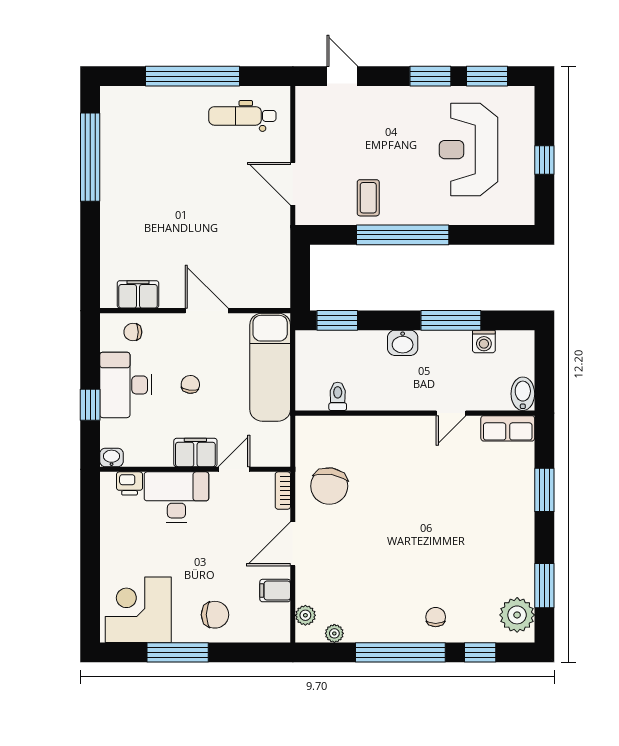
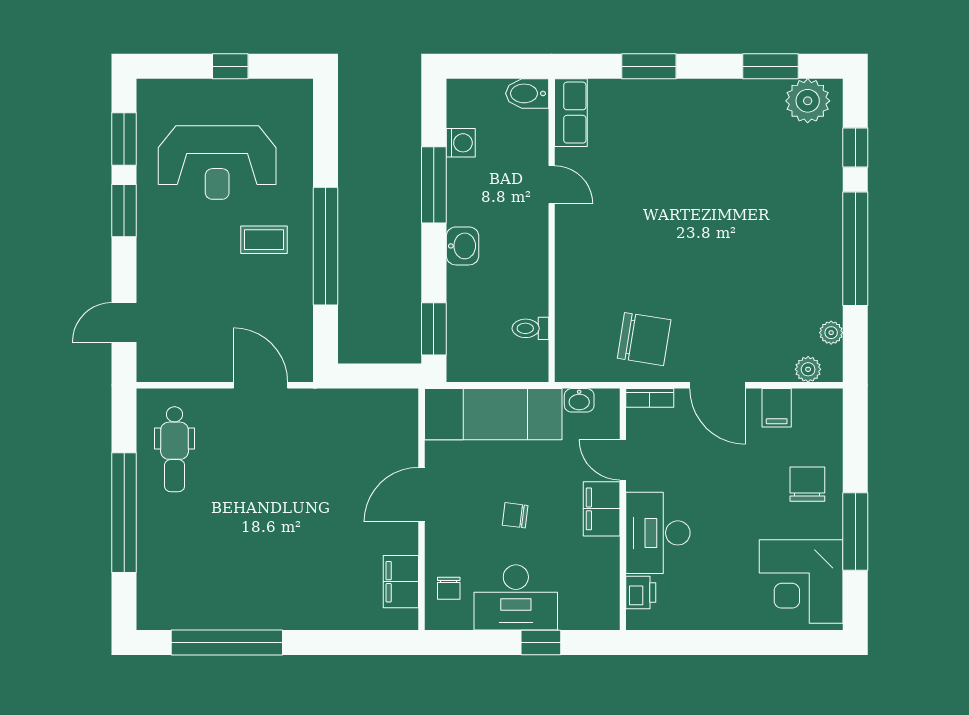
door: (293, 184) -> (261, 385), swing flipped
coffee table: (368, 198) -> (264, 240), moved
washbasin: (112, 457) -> (579, 400), moved, turned -90
chair: (436, 617) -> (810, 204), removed

